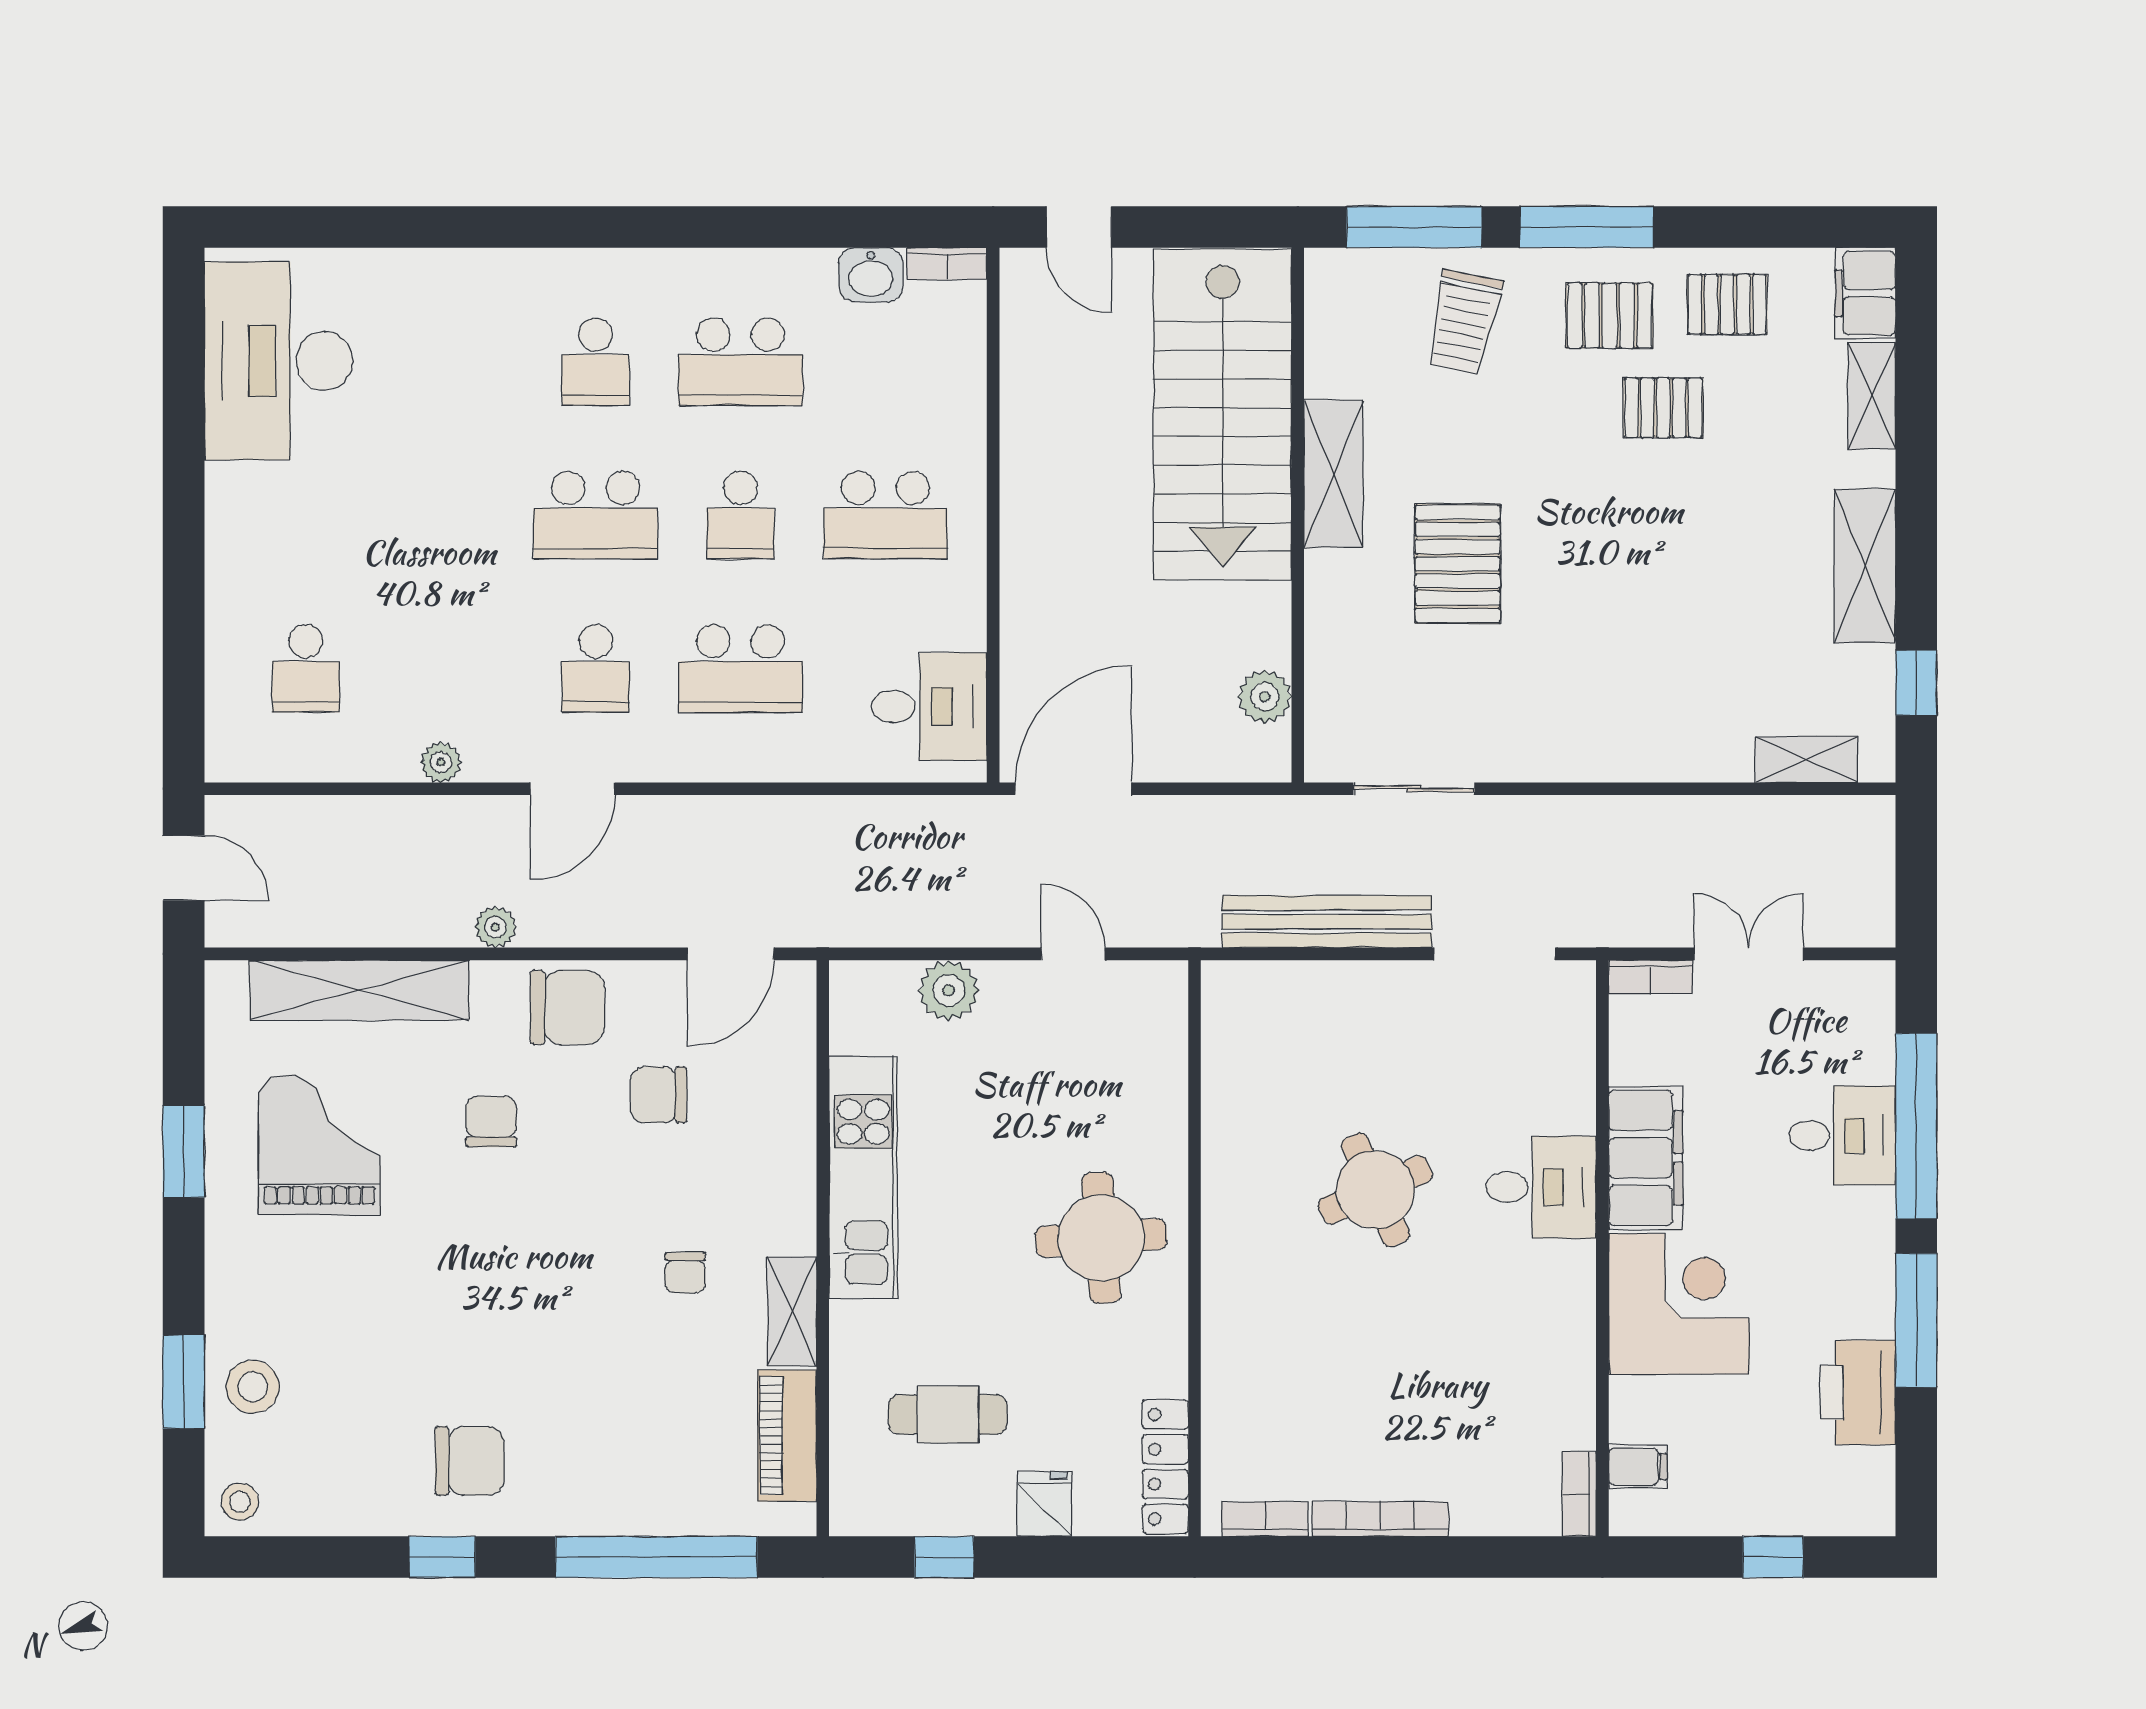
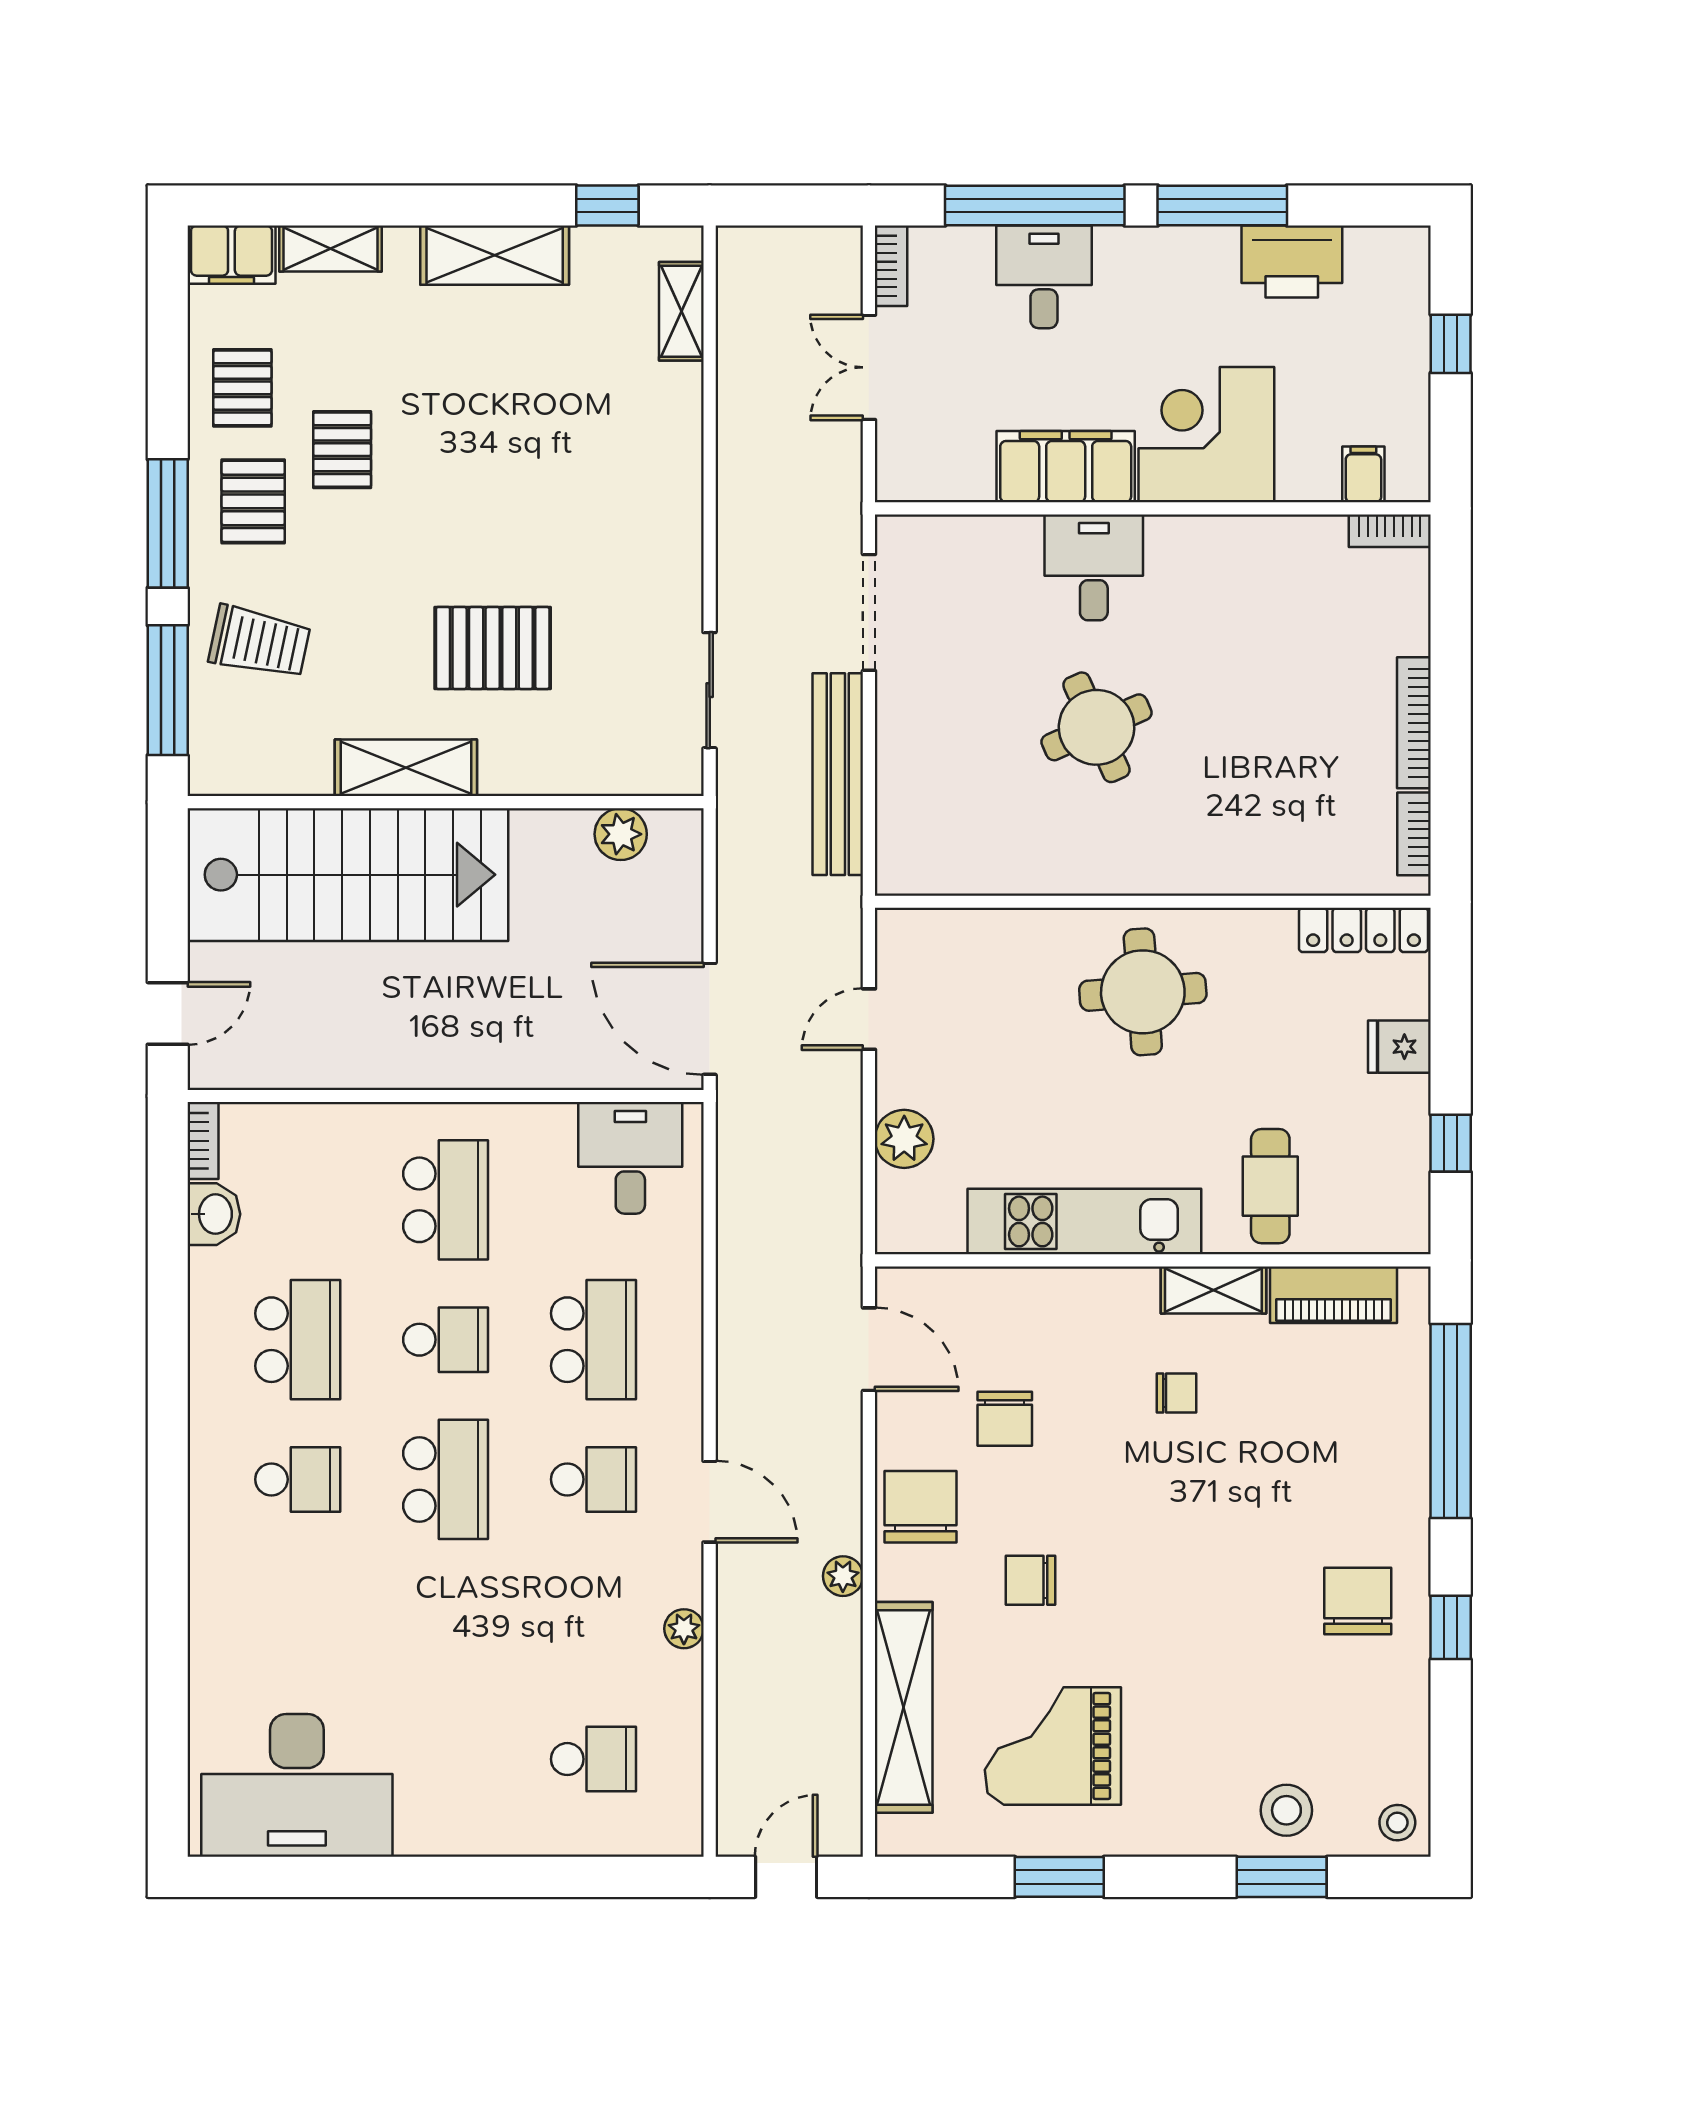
bookcase: (1650, 977) -> (891, 266), moved
cafe table: (948, 1415) -> (1270, 1186), moved

